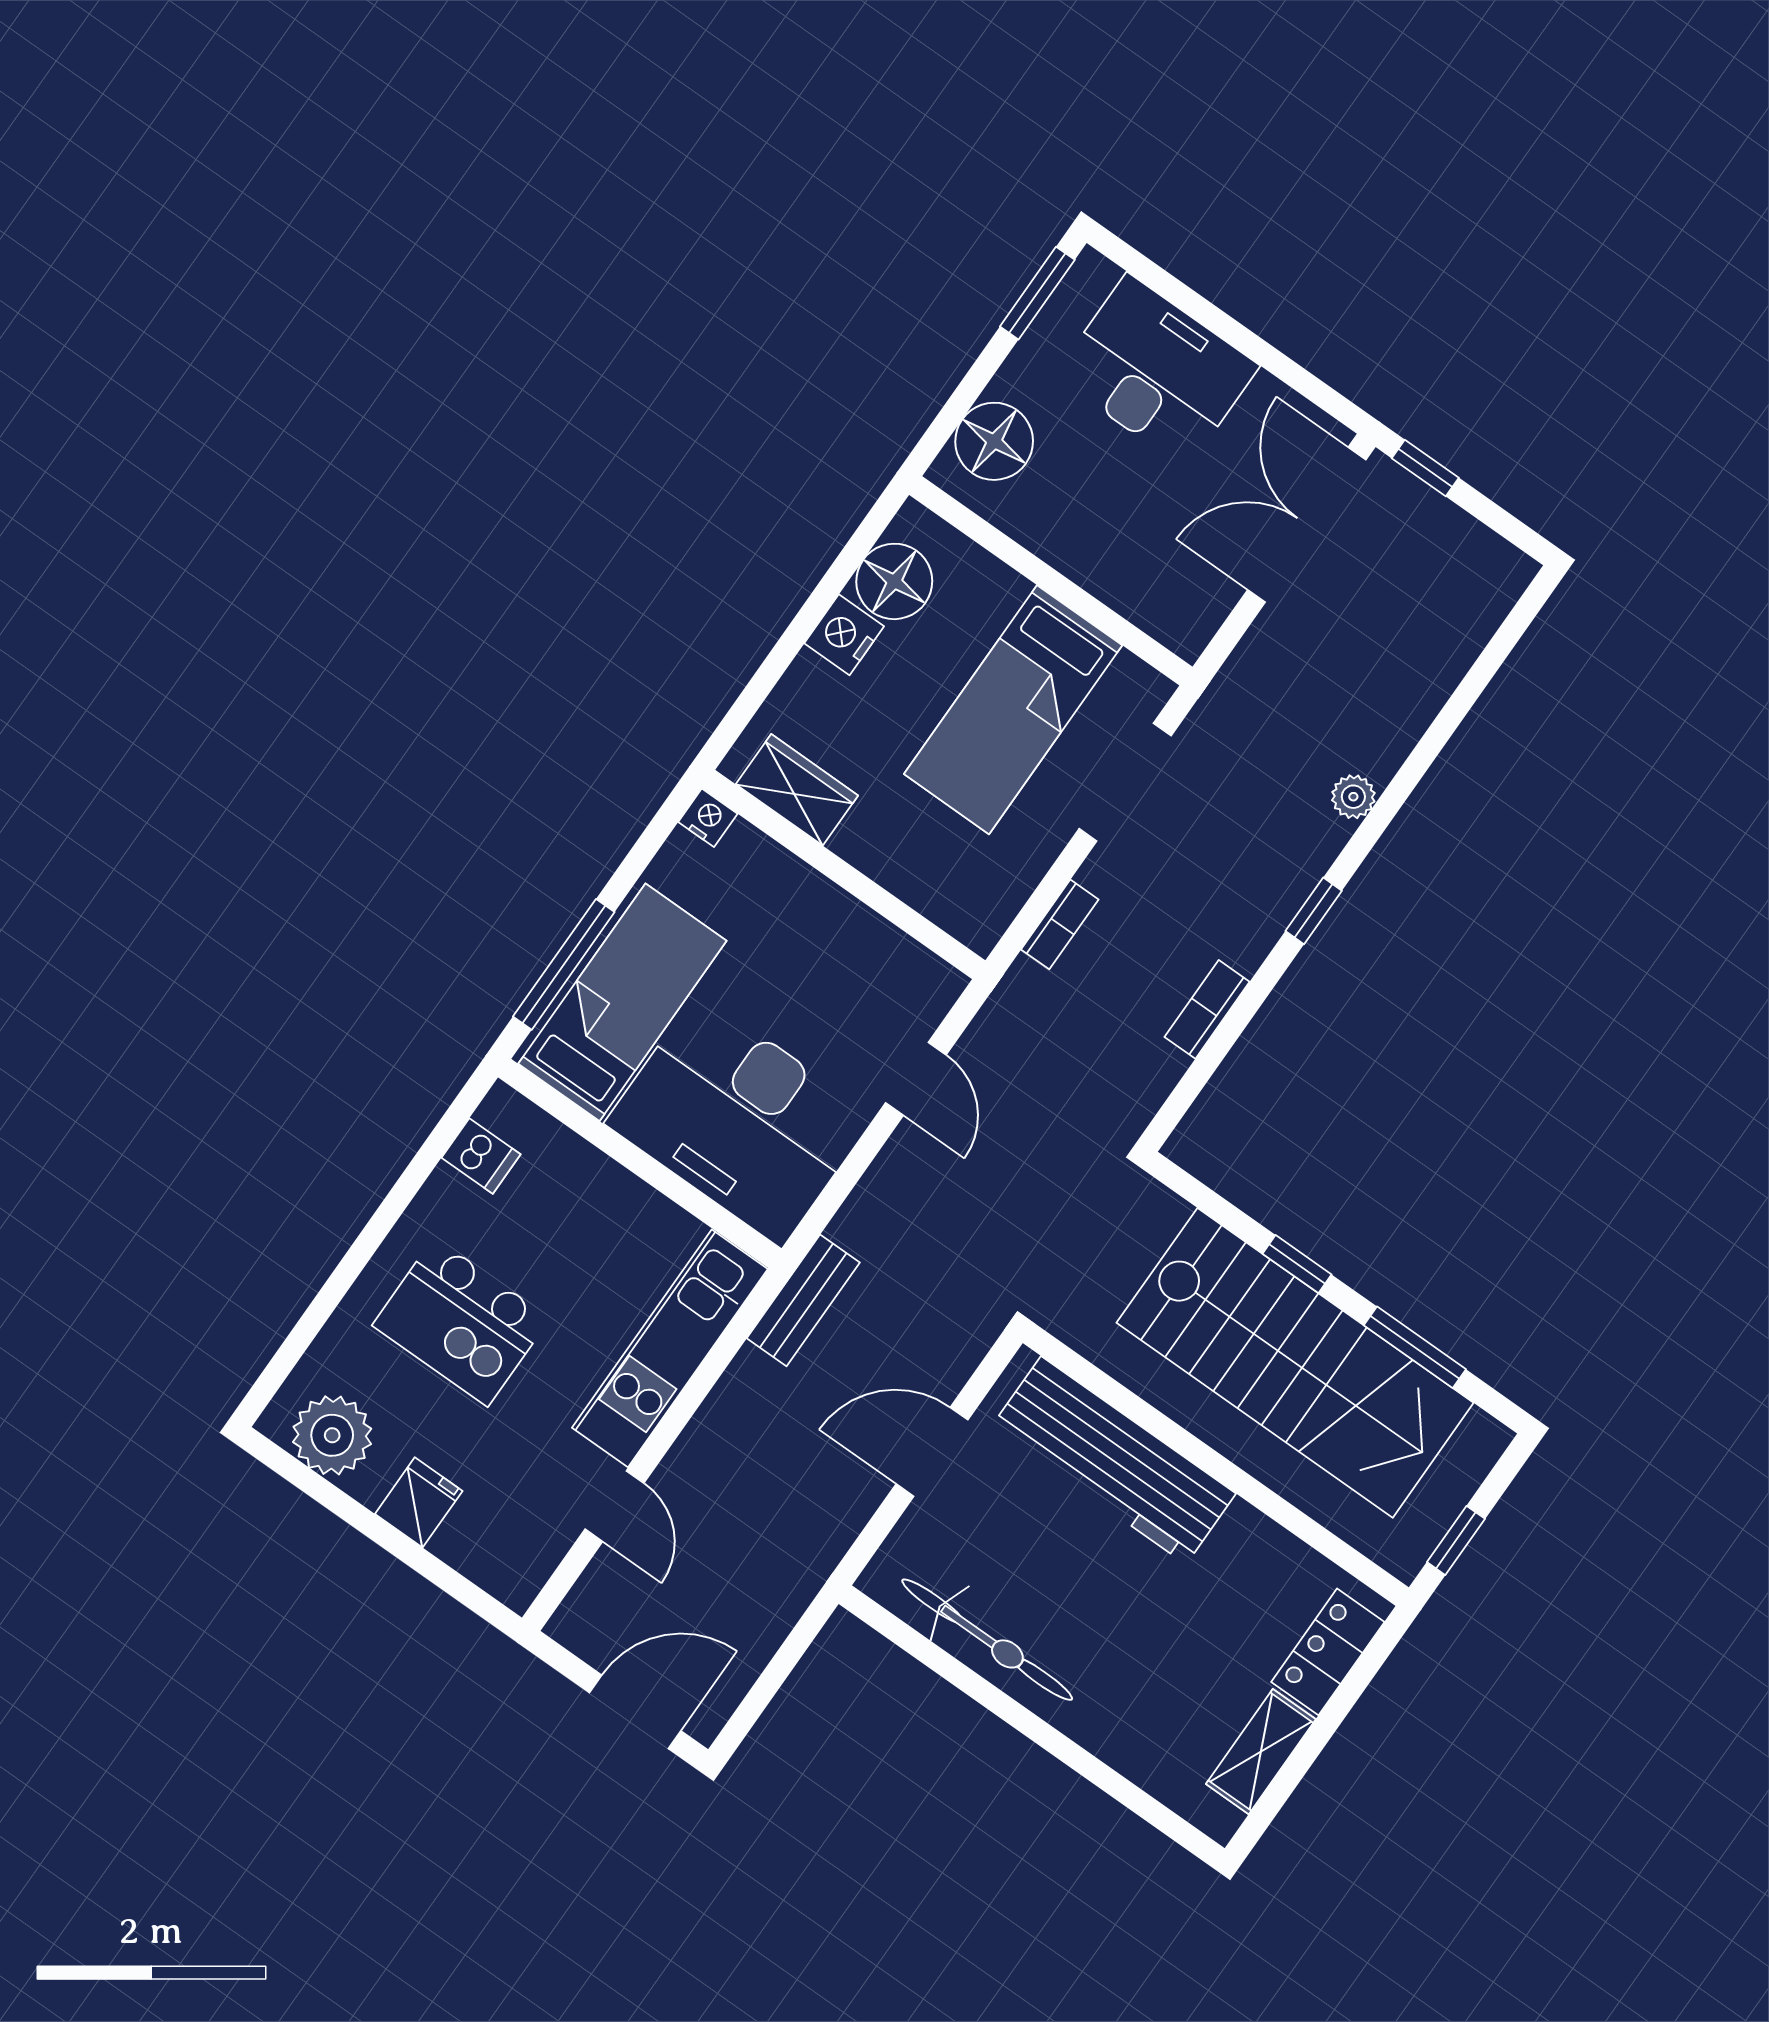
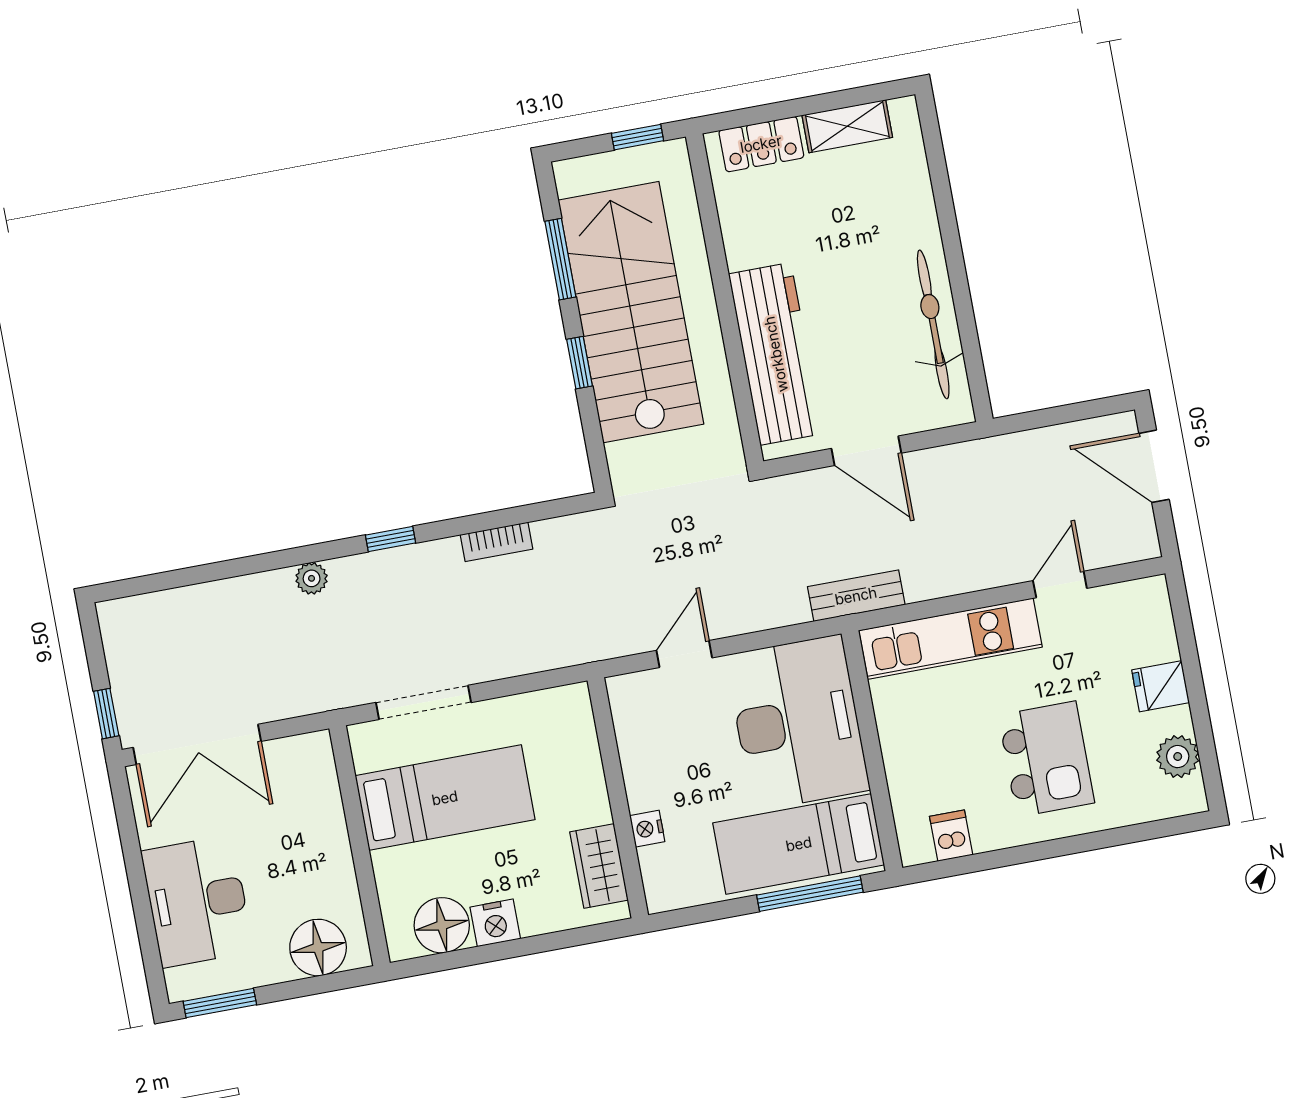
nightstand: (708, 818) -> (647, 829), moved
bookcase: (1060, 924) -> (530, 661), removed
plant: (332, 1435) -> (1178, 757), width x0.73, depth x0.73

